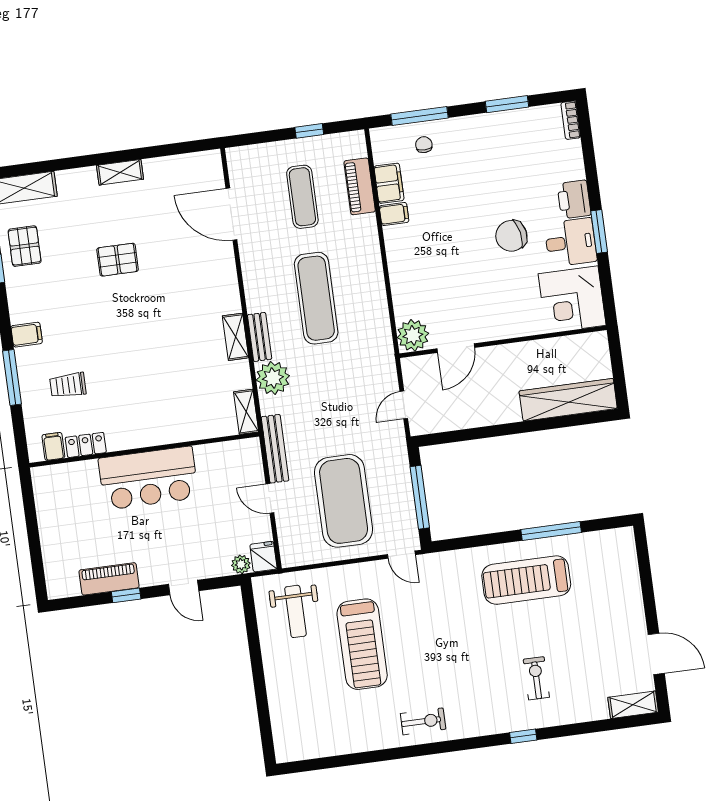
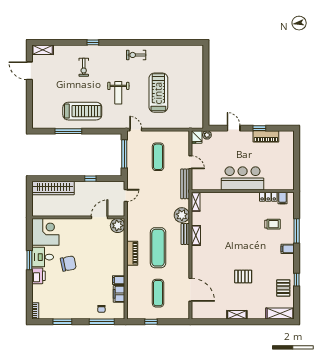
piano: (360, 186) -> (132, 253), moved
window: (488, 432) -> (90, 179), added
exercise mat: (344, 501) -> (158, 157), width x0.50, depth x0.69
weight bench: (295, 611) -> (118, 93), moved, turned 180

